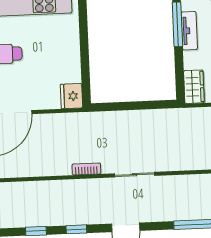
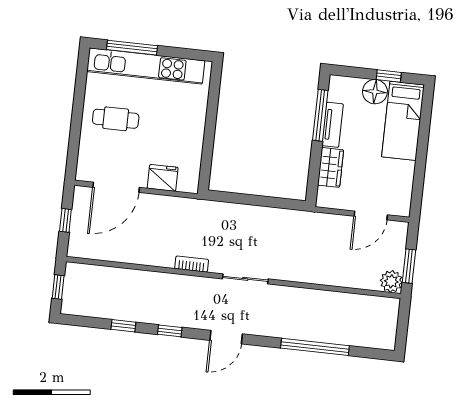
wardrobe: (194, 87) -> (331, 167), moved
fridge: (71, 96) -> (163, 178), moved, turned 90

